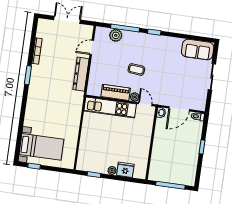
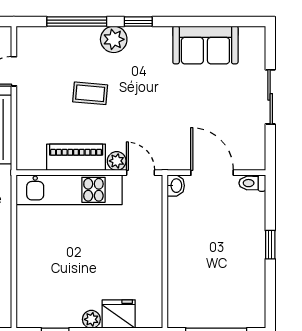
plant: (116, 35) -> (114, 39), moved
sofa: (198, 50) -> (205, 45), moved
coffee table: (136, 69) -> (90, 93), moved
door: (179, 109) -> (212, 173), swing flipped

